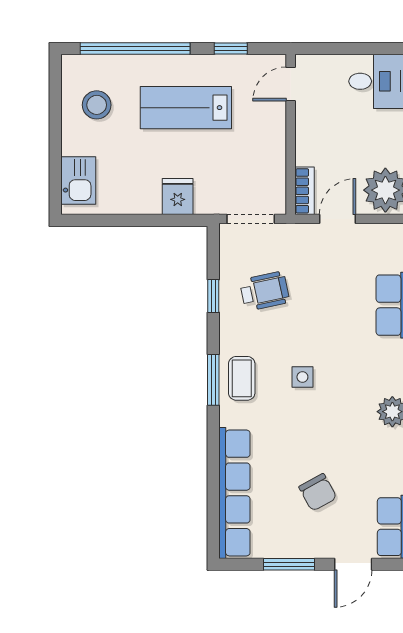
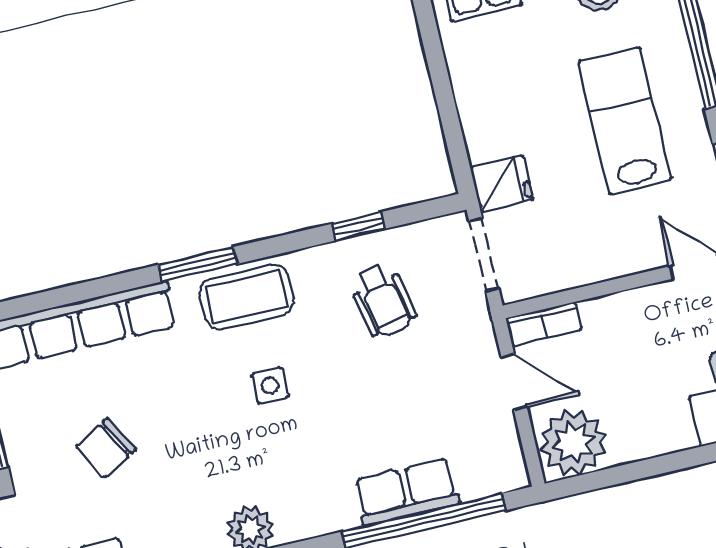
fridge: (178, 197) -> (502, 183), moved
coffee table: (242, 378) -> (247, 297), width x1.36, depth x1.30
window: (213, 380) -> (198, 264), moved

